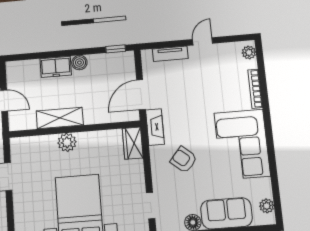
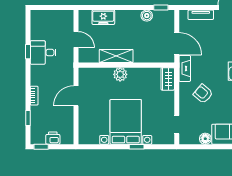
boiler: (79, 63) -> (147, 16), moved
freezer: (56, 67) -> (103, 17), moved
door: (141, 95) -> (177, 44), swing flipped

